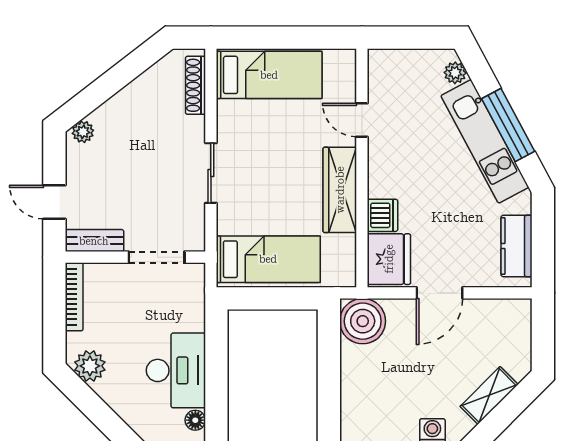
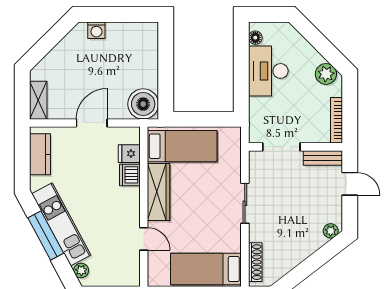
bed: (268, 259) -> (182, 146), moved, turned 180
fridge: (389, 259) -> (129, 154), width x0.53, depth x0.75
shelving: (489, 395) -> (38, 100), moved, turned -45

